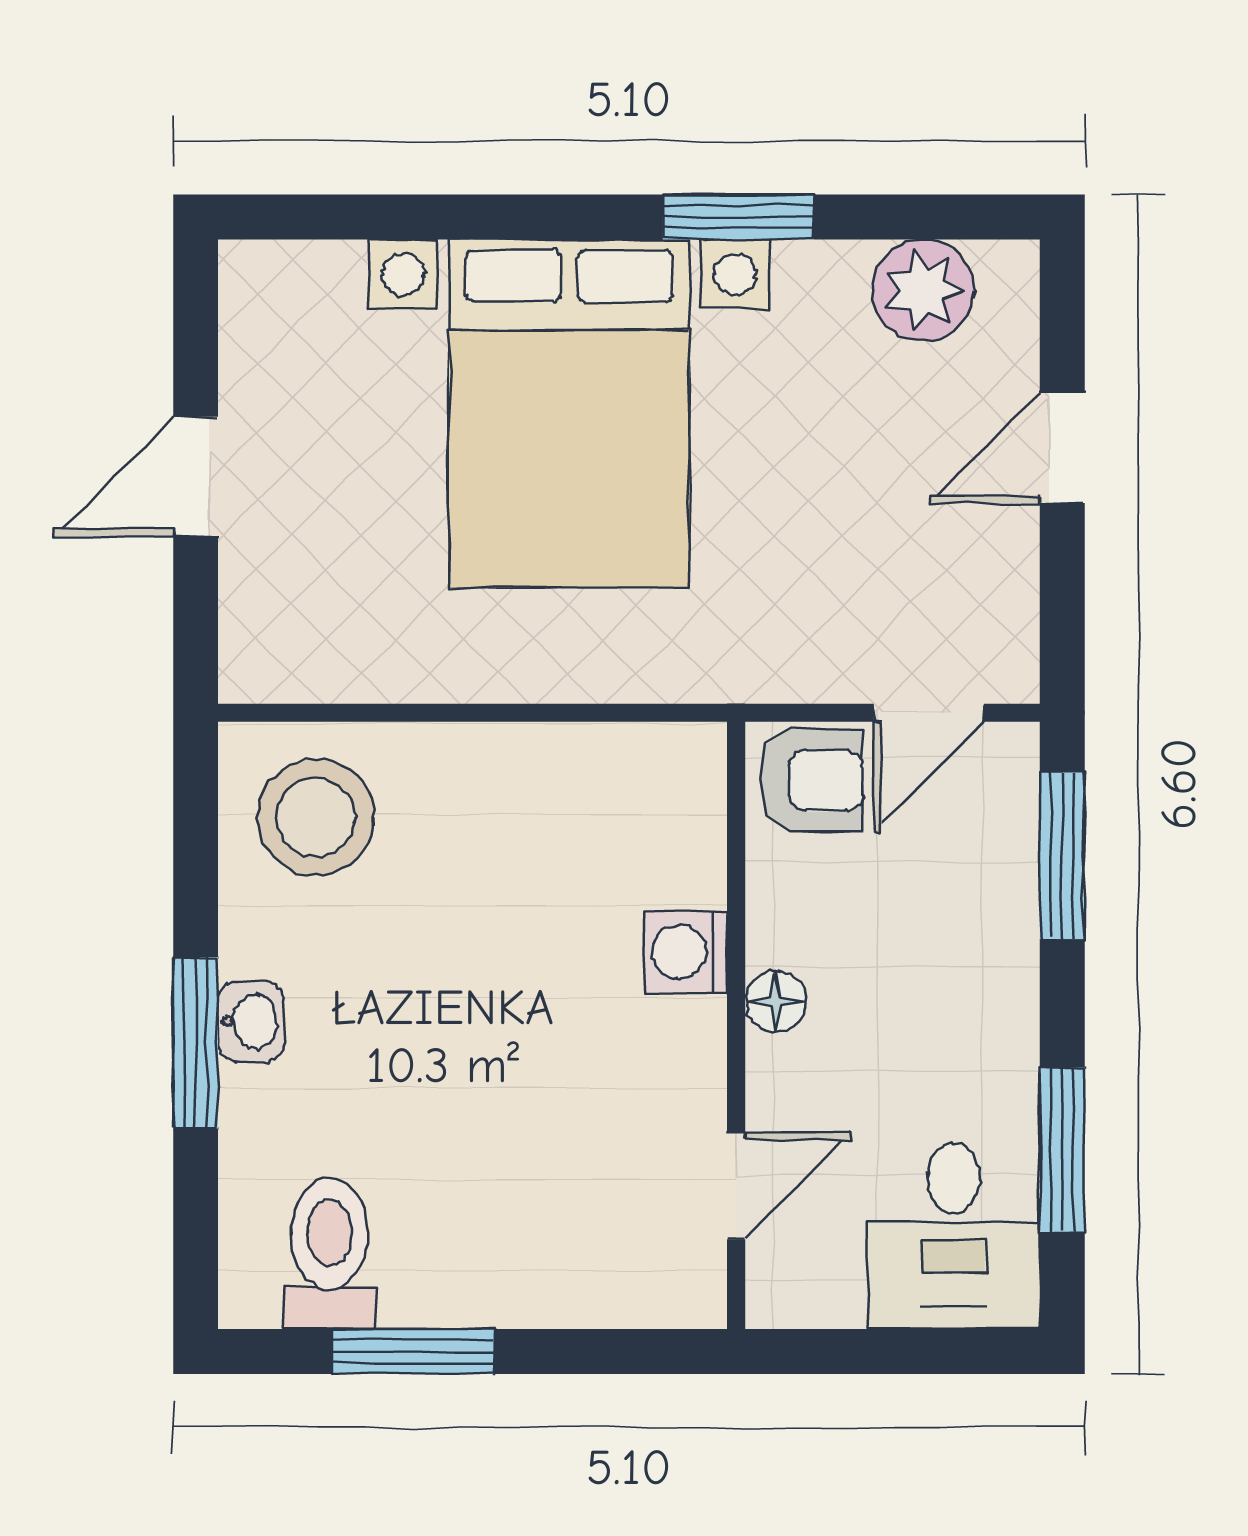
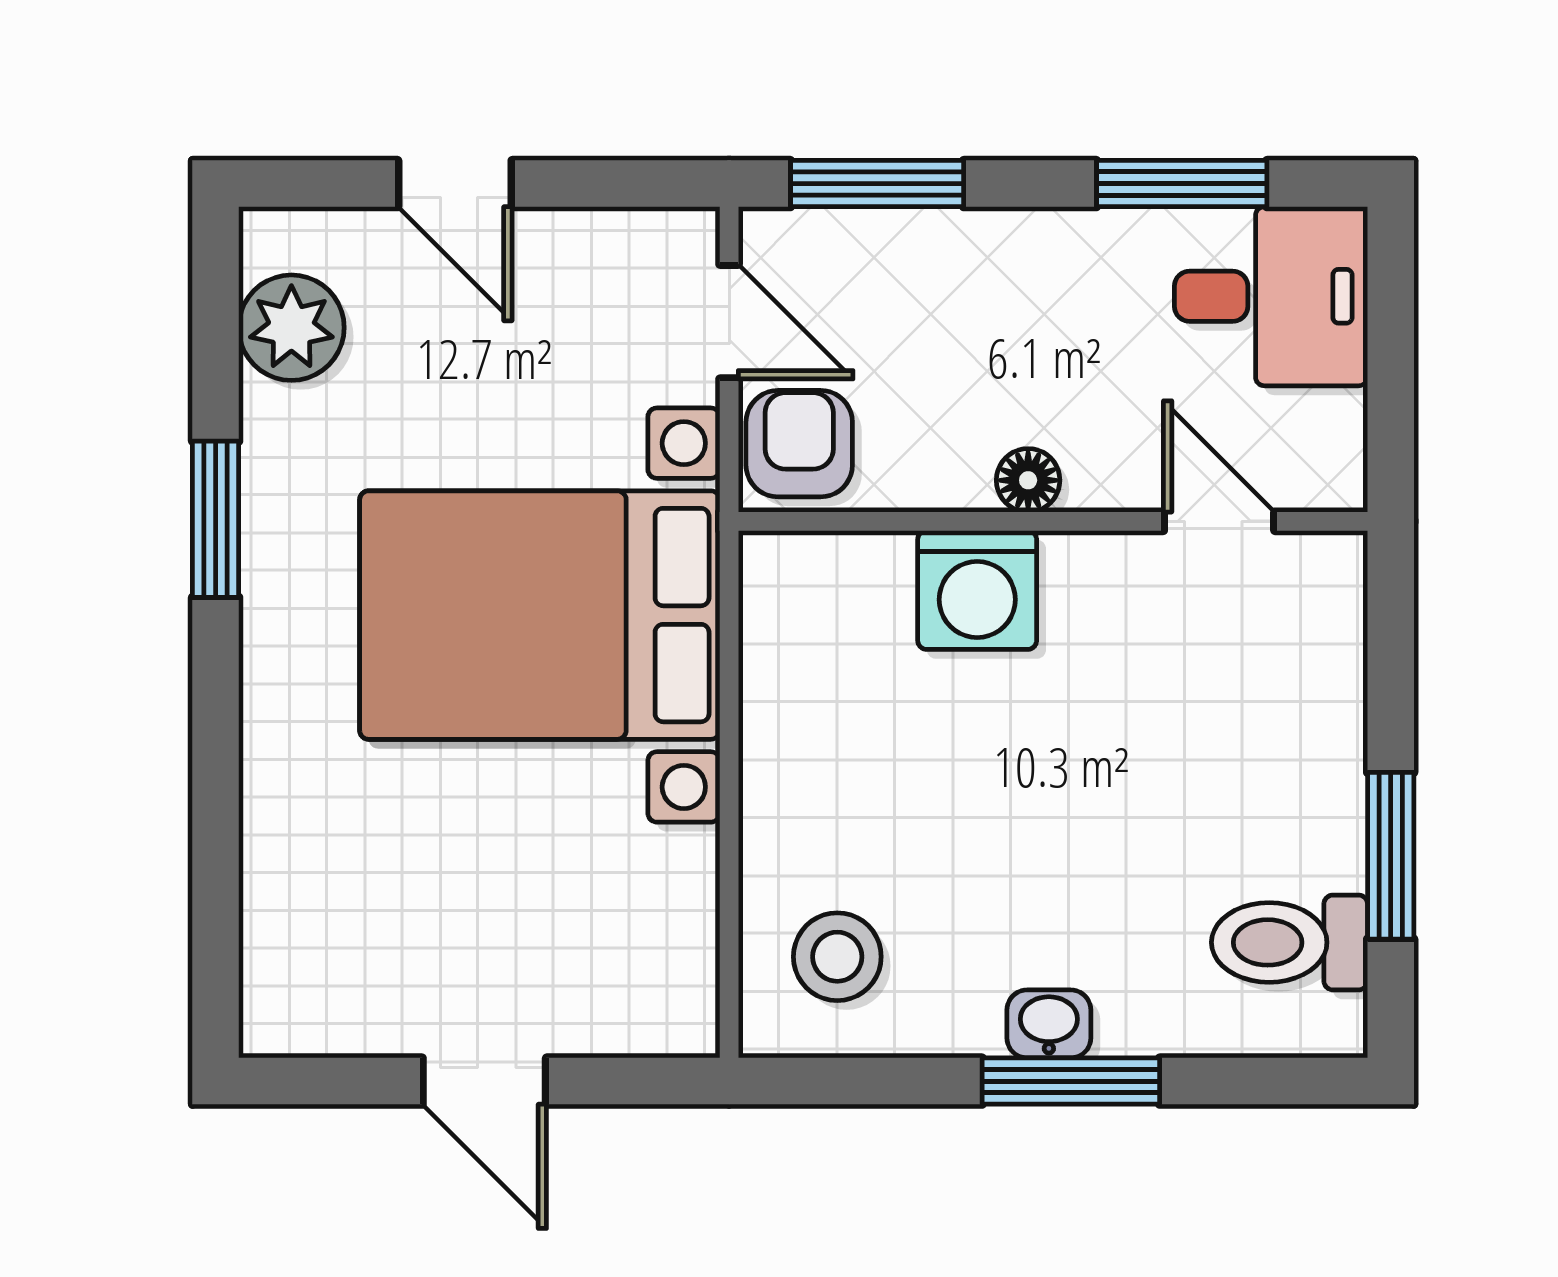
bed with nightstands: (569, 413) -> (540, 615), moved, turned 180
stool: (316, 817) -> (837, 957), width x0.73, depth x0.73
washing machine: (686, 952) -> (977, 590), width x1.38, depth x1.38

